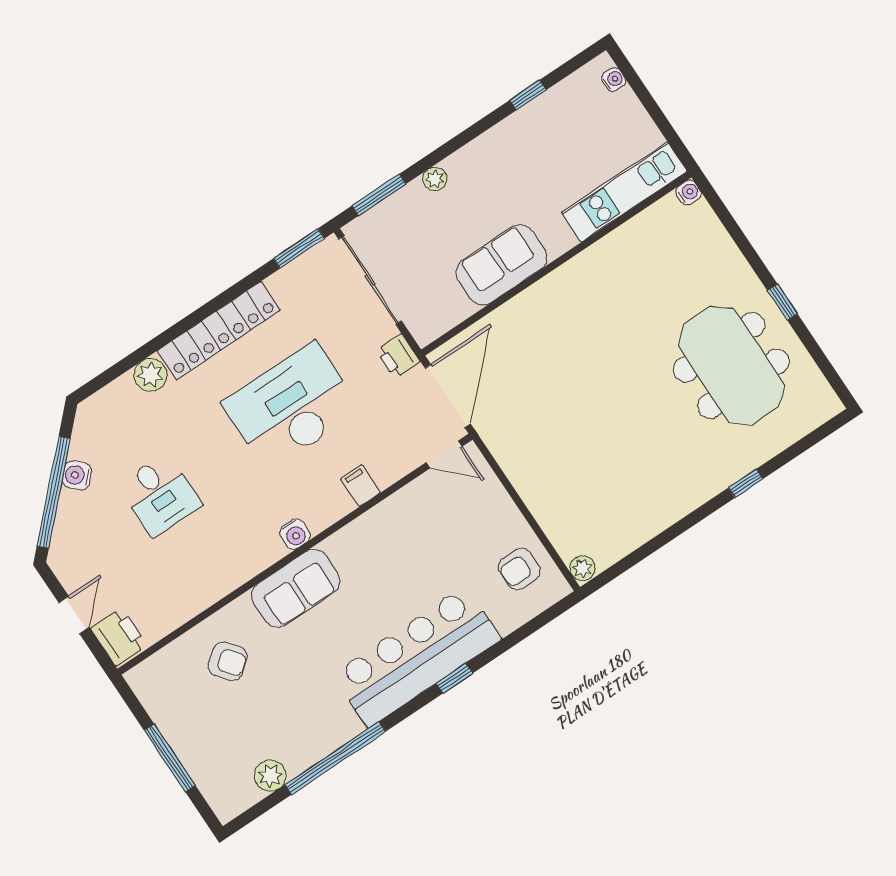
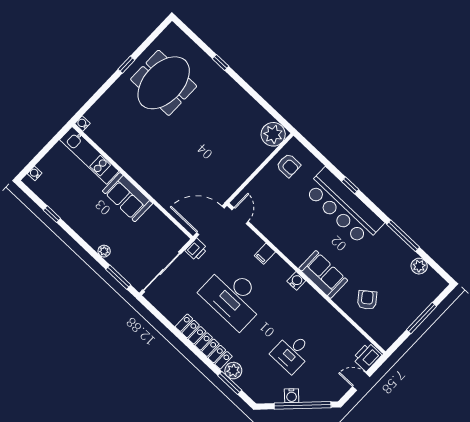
window: (299, 248) -> (230, 383), moved
sofa: (502, 265) -> (128, 197), moved
desk: (160, 495) -> (292, 352), turned 180
plant: (582, 568) -> (273, 134), width x1.87, depth x1.87
window: (335, 758) -> (403, 236), width x0.68

